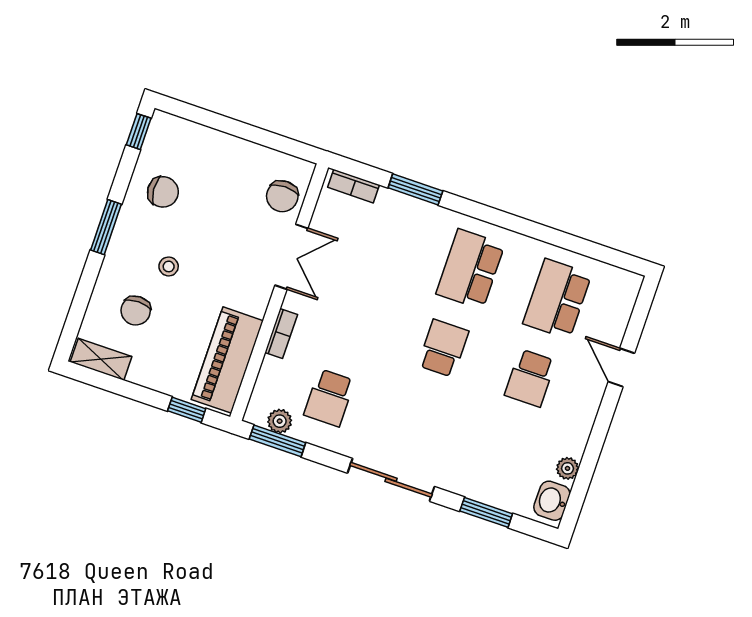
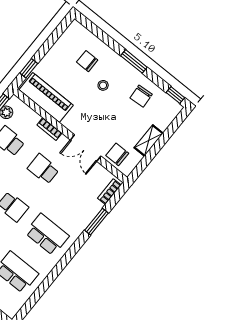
school desk: (356, 319) -> (43, 169), added
shelving: (101, 359) -> (149, 140), moved

